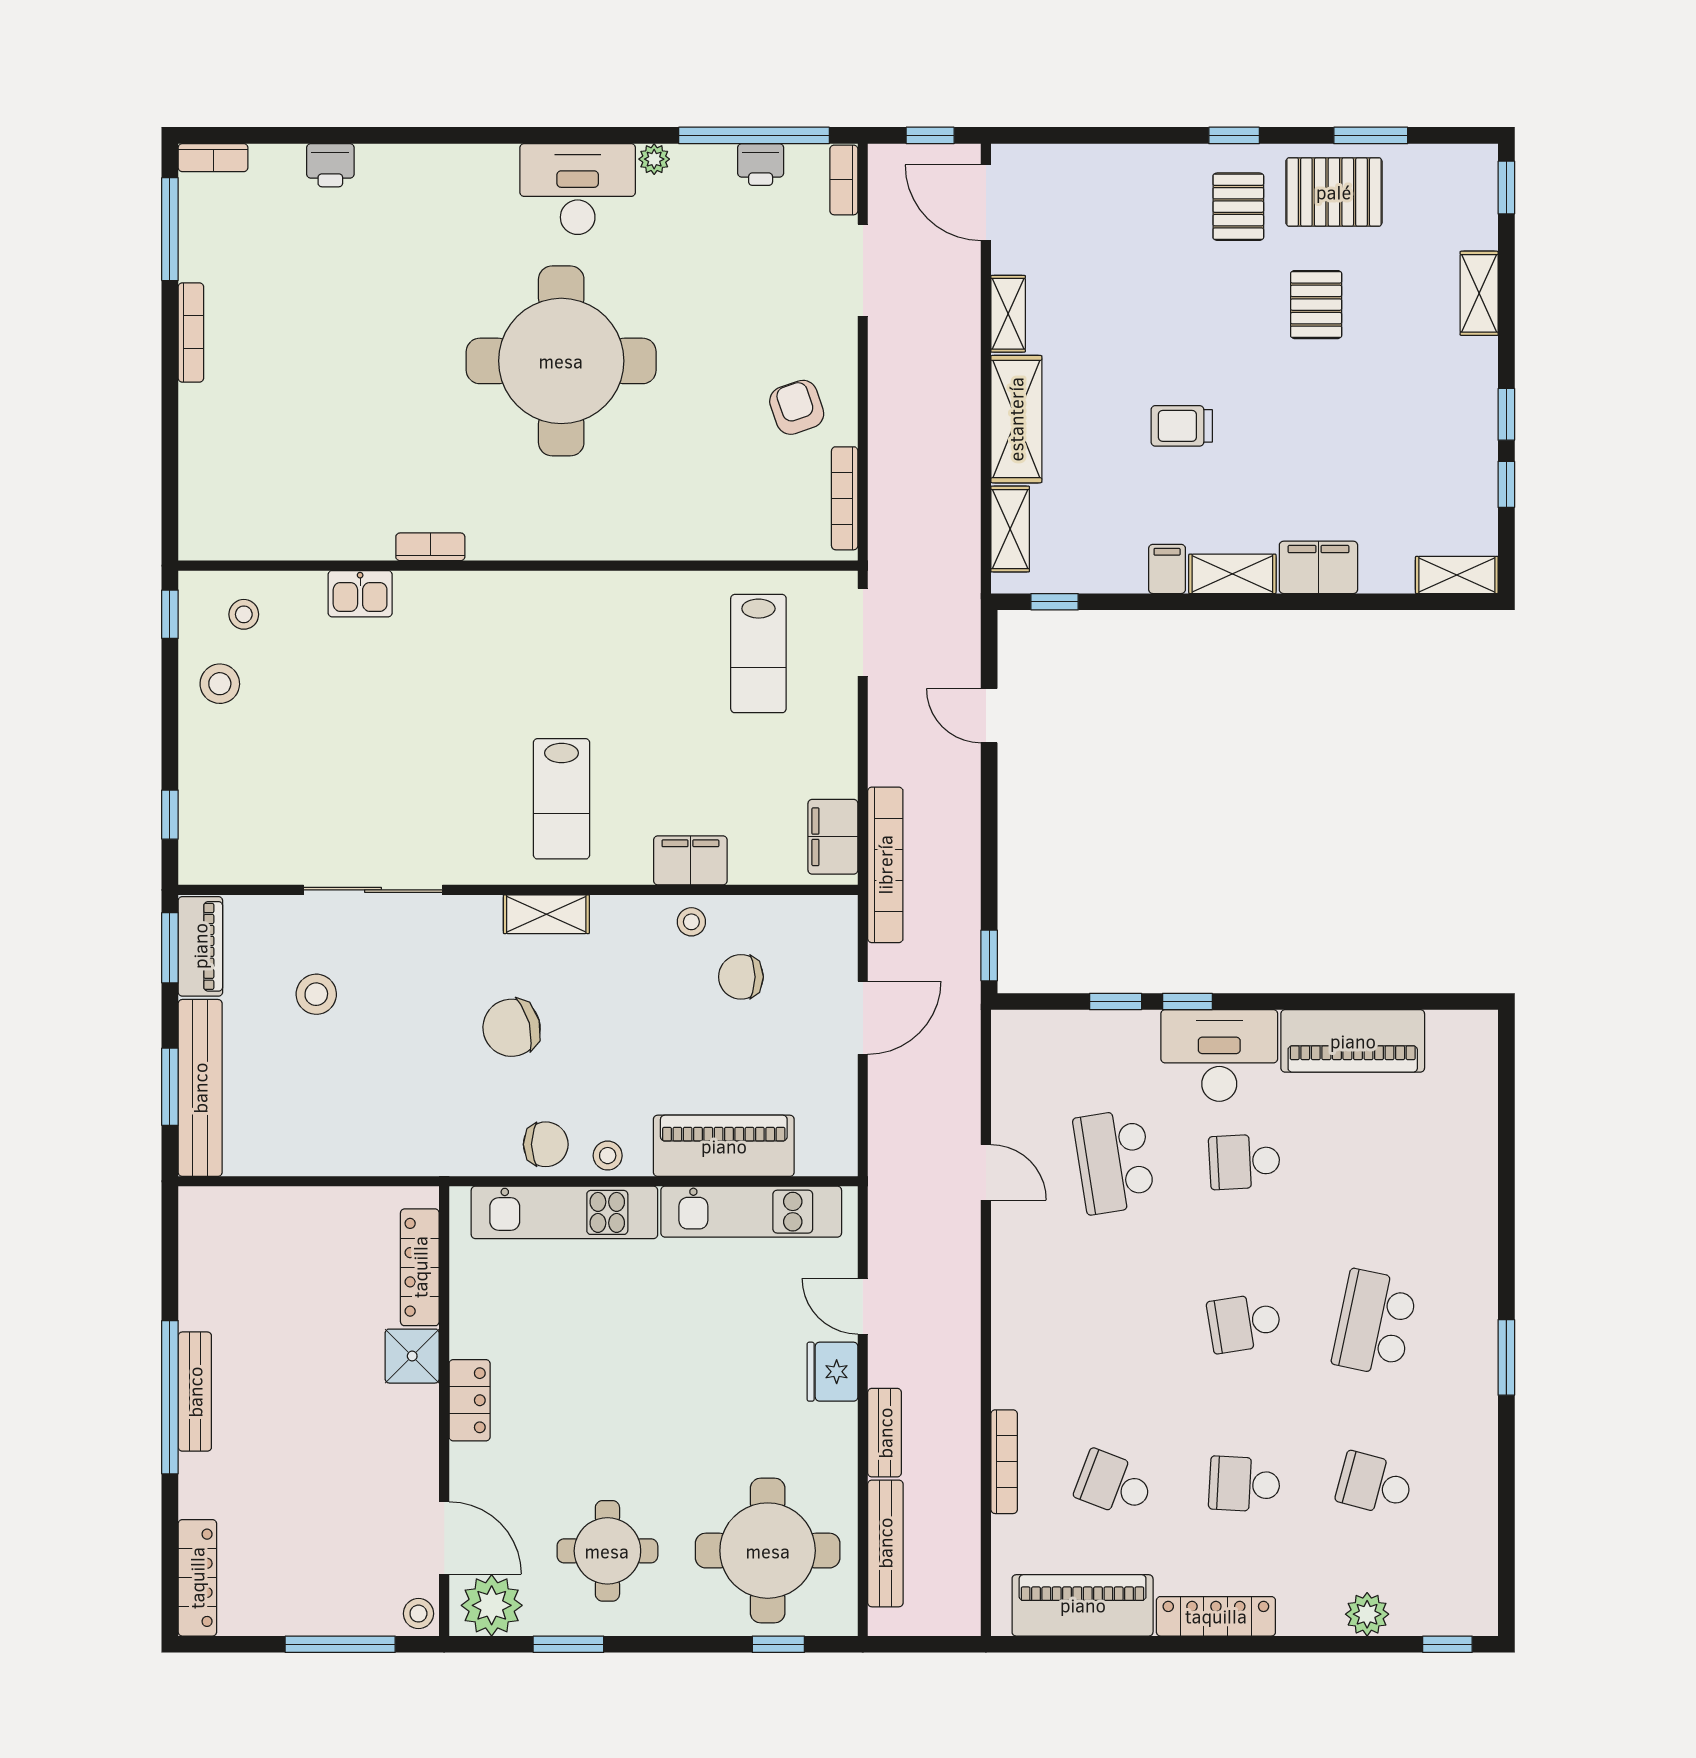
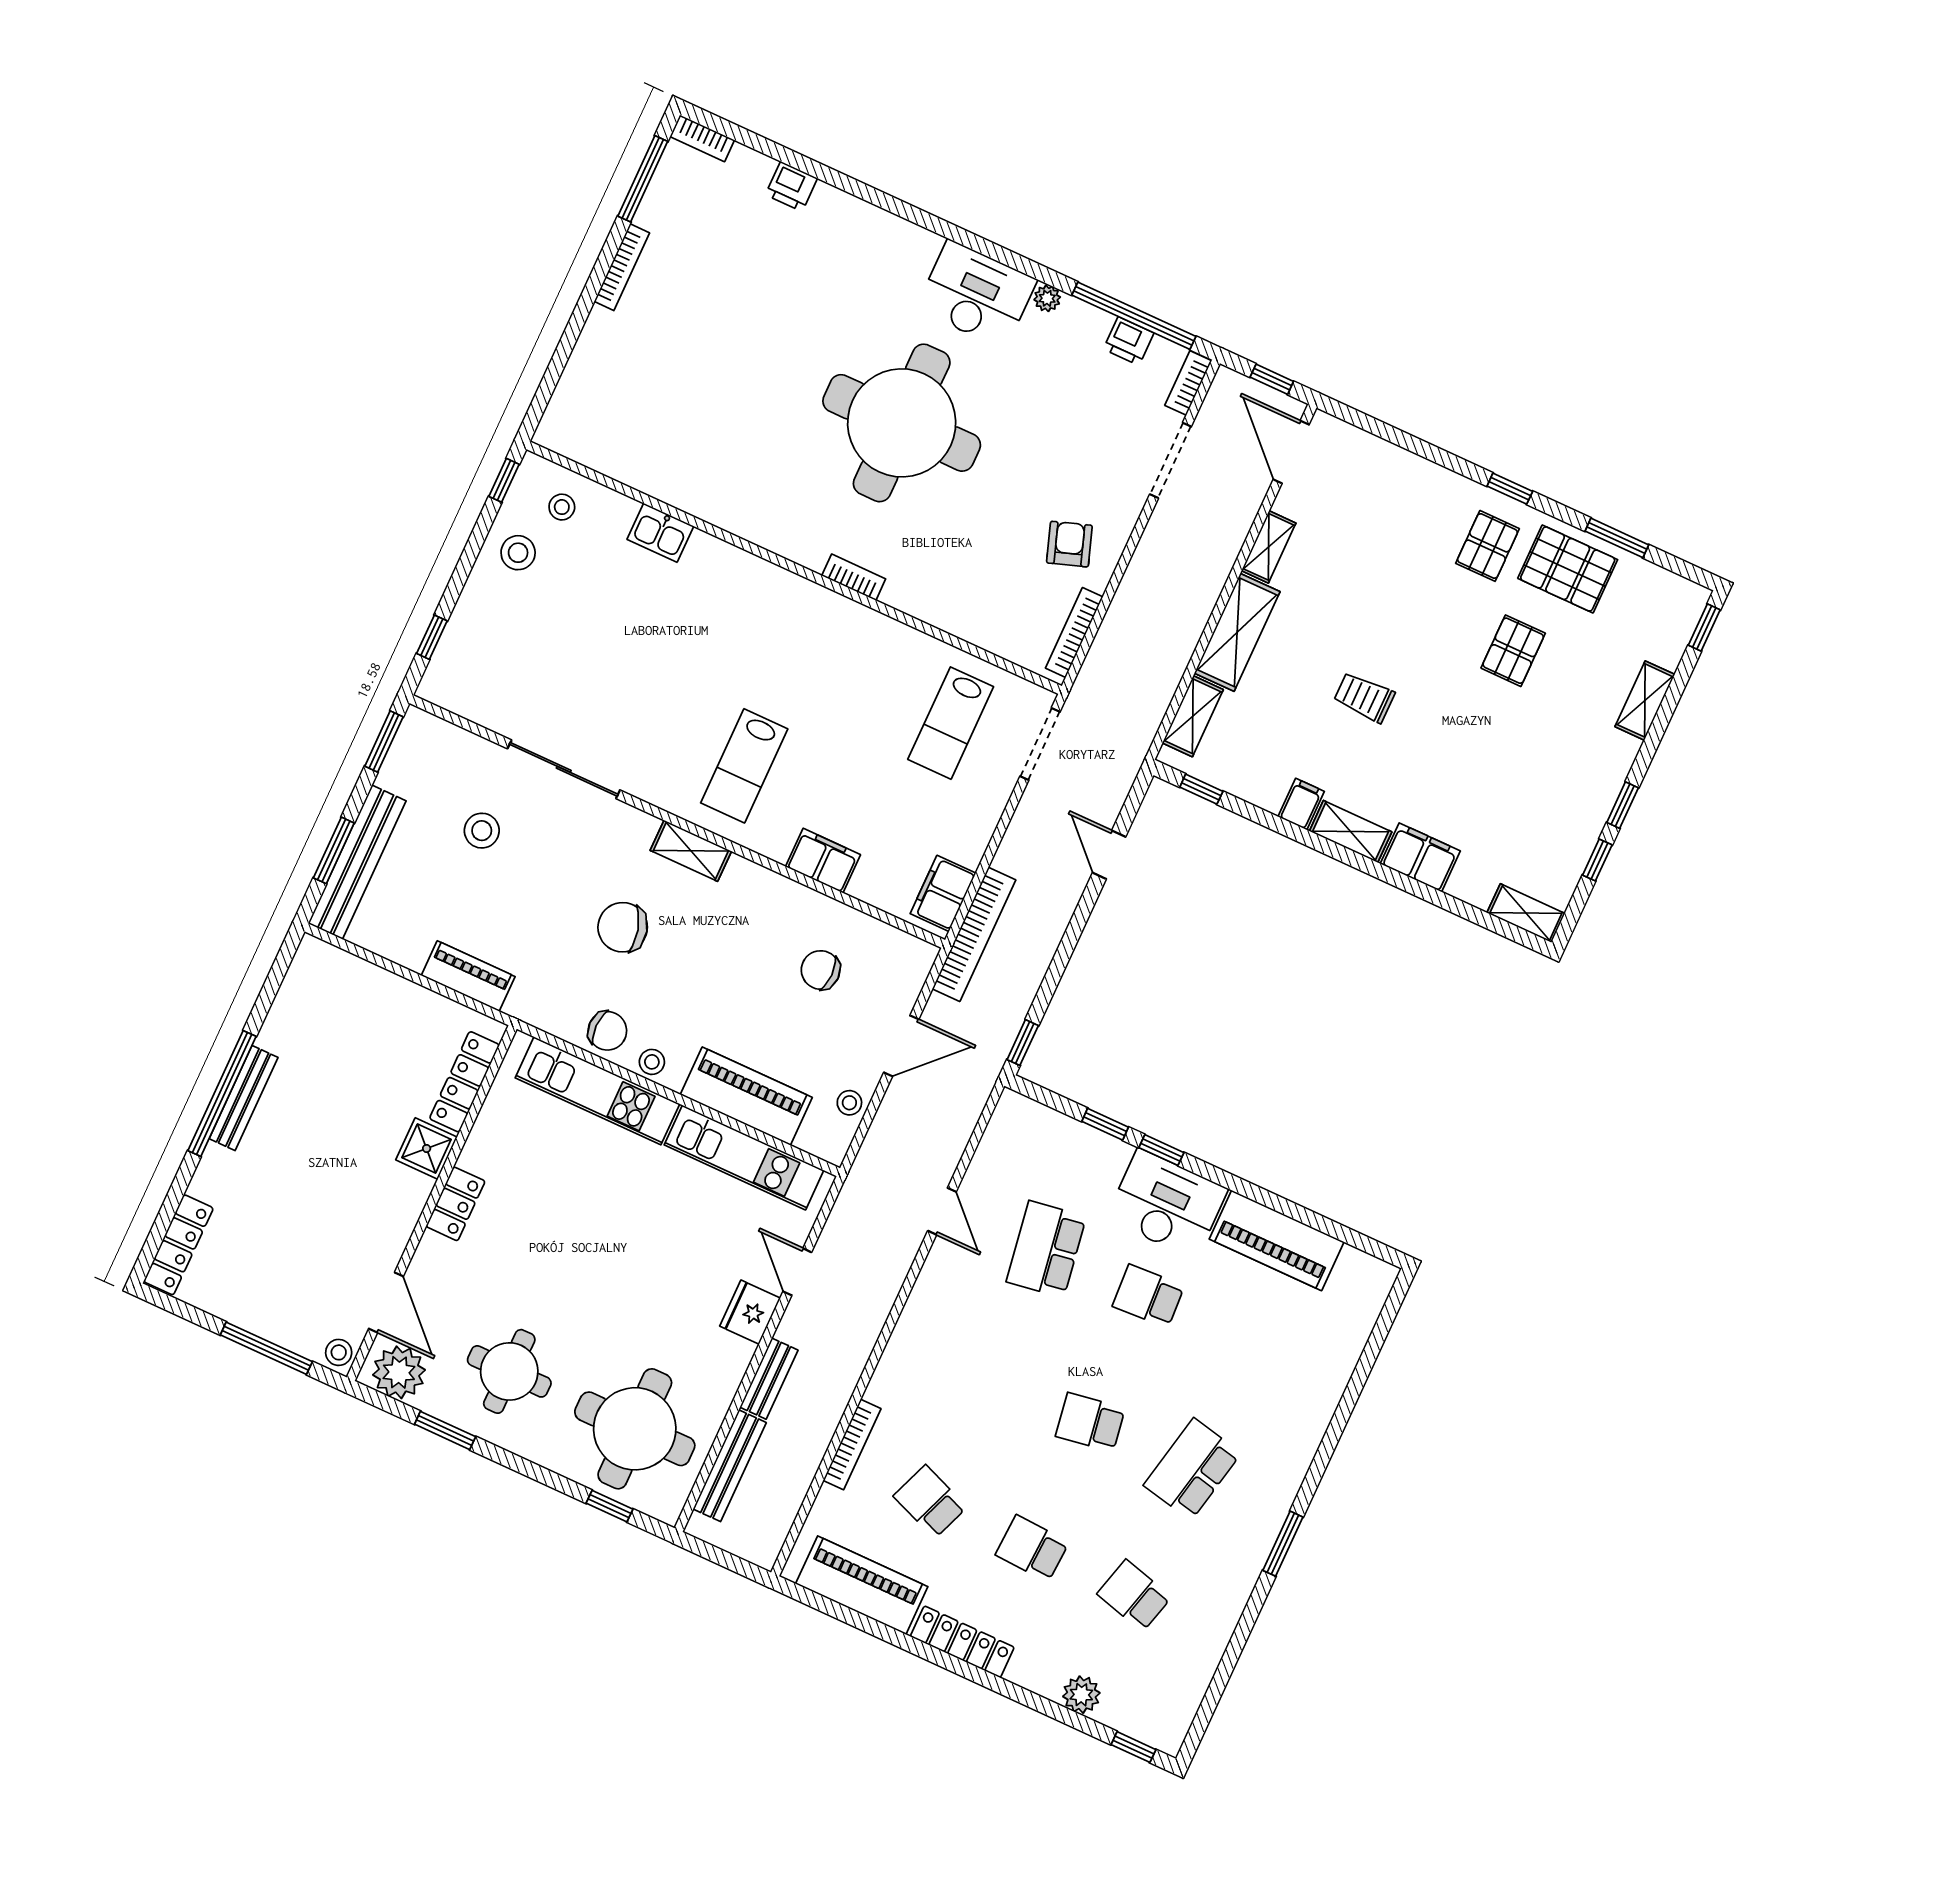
bookcase: (430, 547) -> (854, 577), moved
stool: (691, 922) -> (849, 1103), moved
piano: (200, 946) -> (468, 976), moved, turned -90

